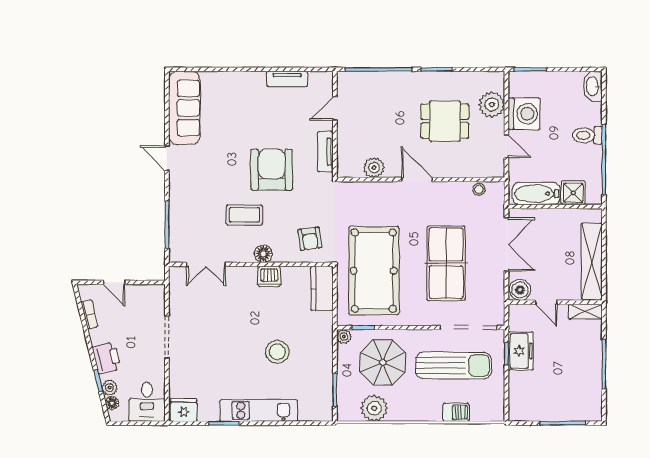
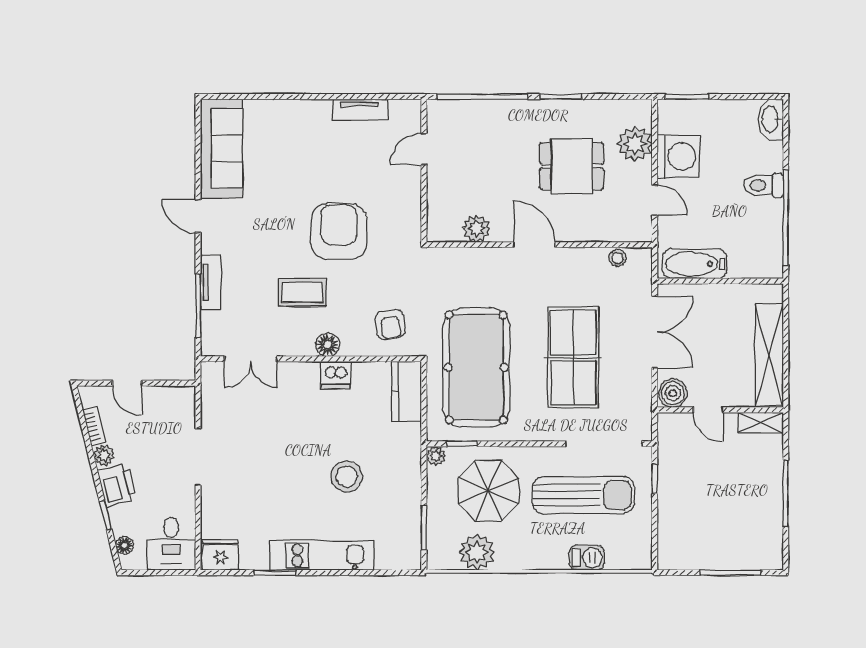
tv unit: (325, 152) -> (211, 282), moved, turned 180
shower: (573, 193) -> (745, 263), removed
freezer: (521, 351) -> (674, 475), removed
plant: (110, 388) -> (104, 456), moved

